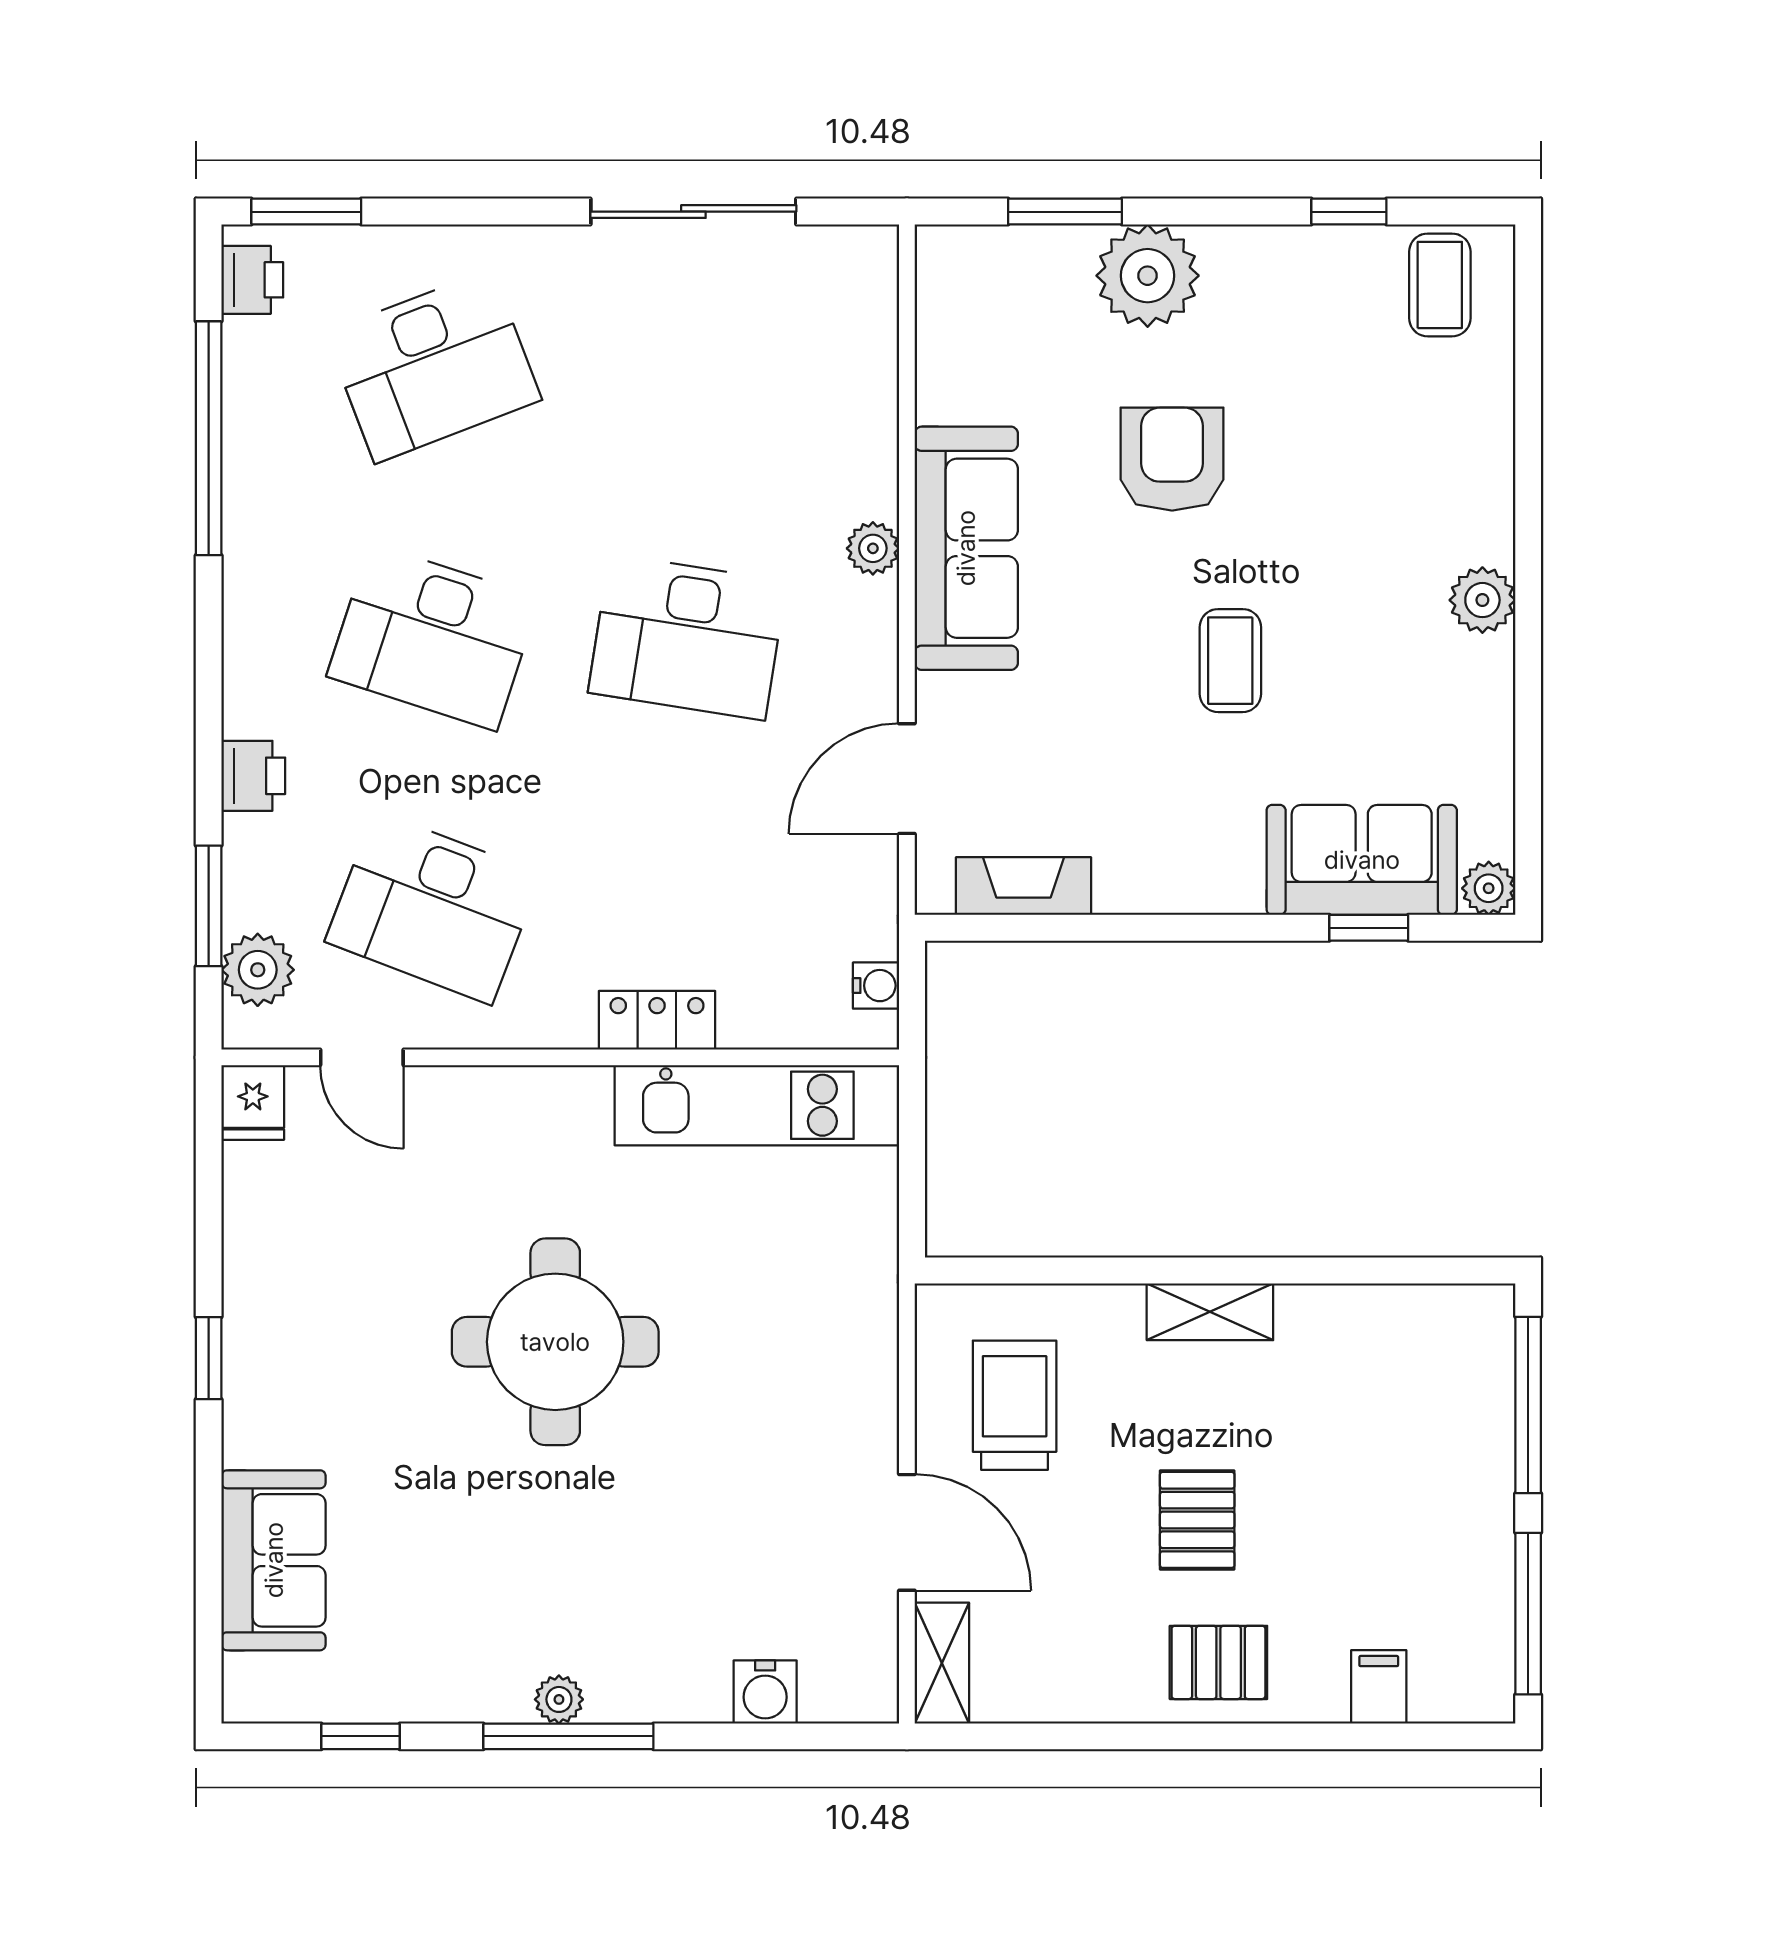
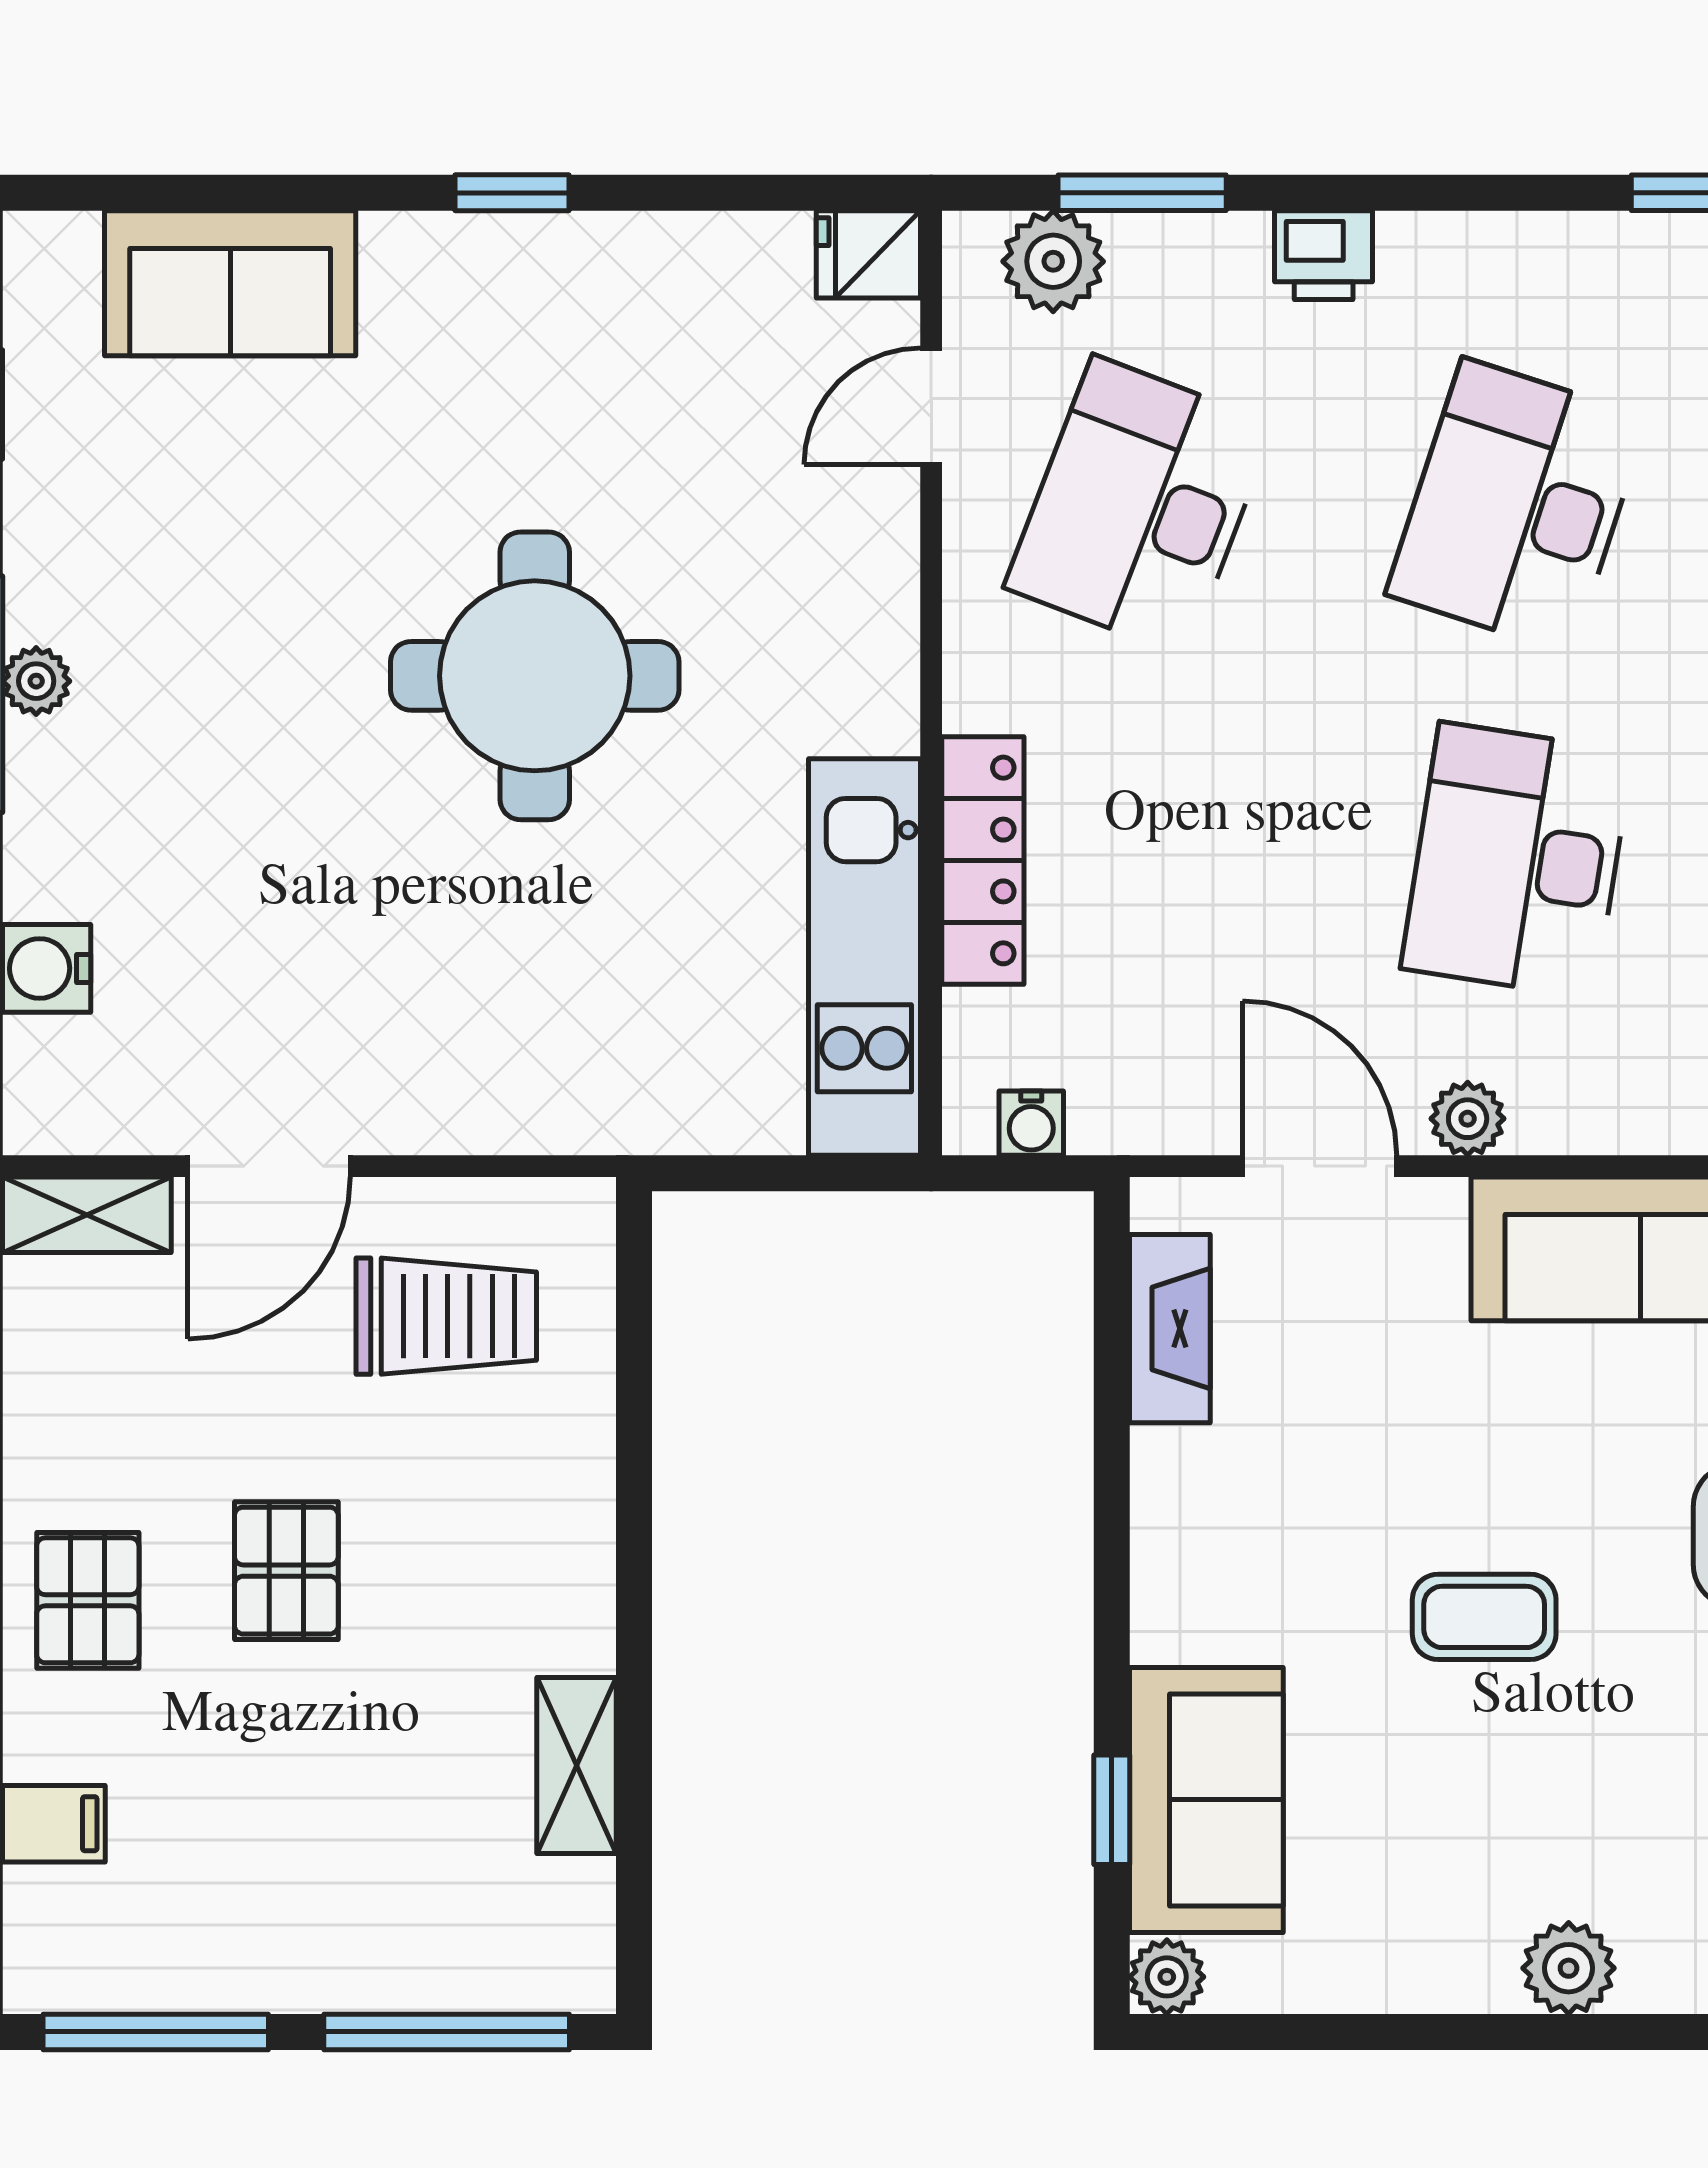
plant: (873, 548) -> (1468, 1119), moved
locker: (657, 1020) -> (983, 860), width x1.53
shelving: (1210, 1312) -> (577, 1765), moved
pallet: (1197, 1520) -> (286, 1571), turned 90

